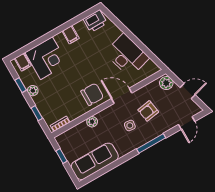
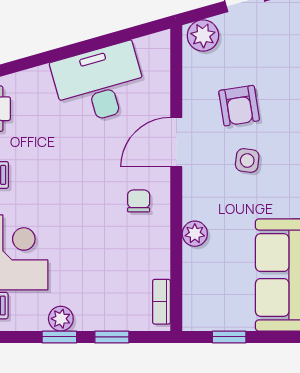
window: (21, 85) -> (59, 337), moved
chair: (92, 94) -> (139, 201), width x0.54, depth x0.54

